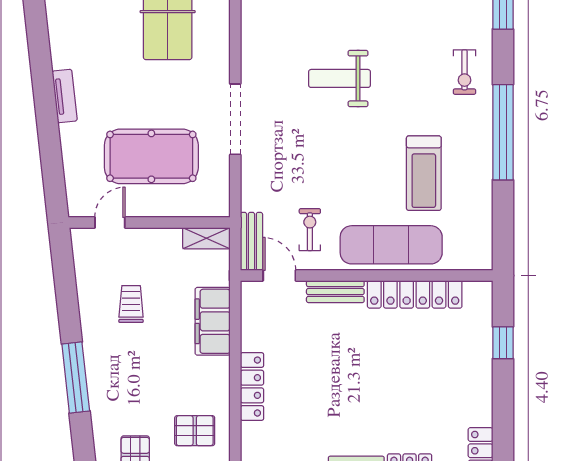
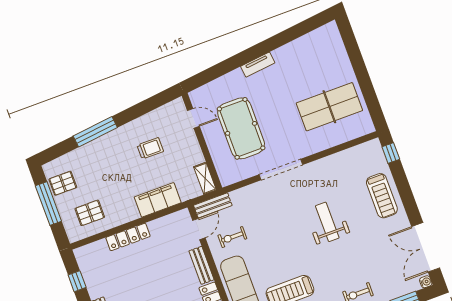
exercise bike: (310, 230) -> (232, 237), turned 180
pallet: (195, 431) -> (90, 213), turned 90

